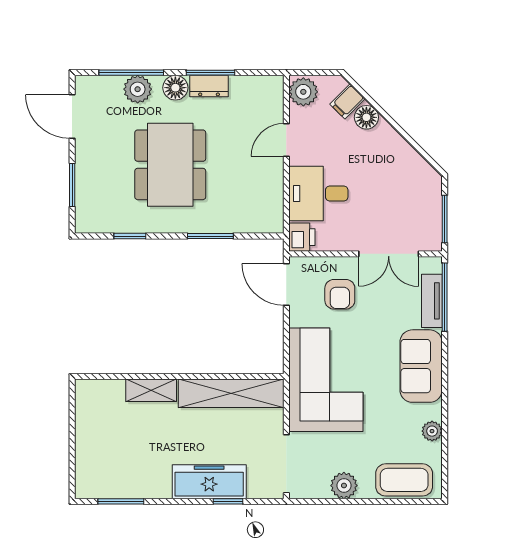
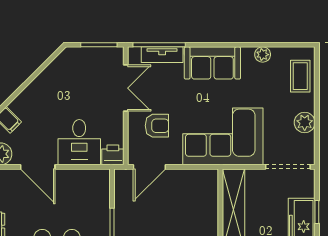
floor lamp: (366, 117) -> (20, 105), removed
door: (286, 140) -> (38, 167), width x1.38
coffee table: (404, 480) -> (300, 76), width x0.73, depth x0.77

